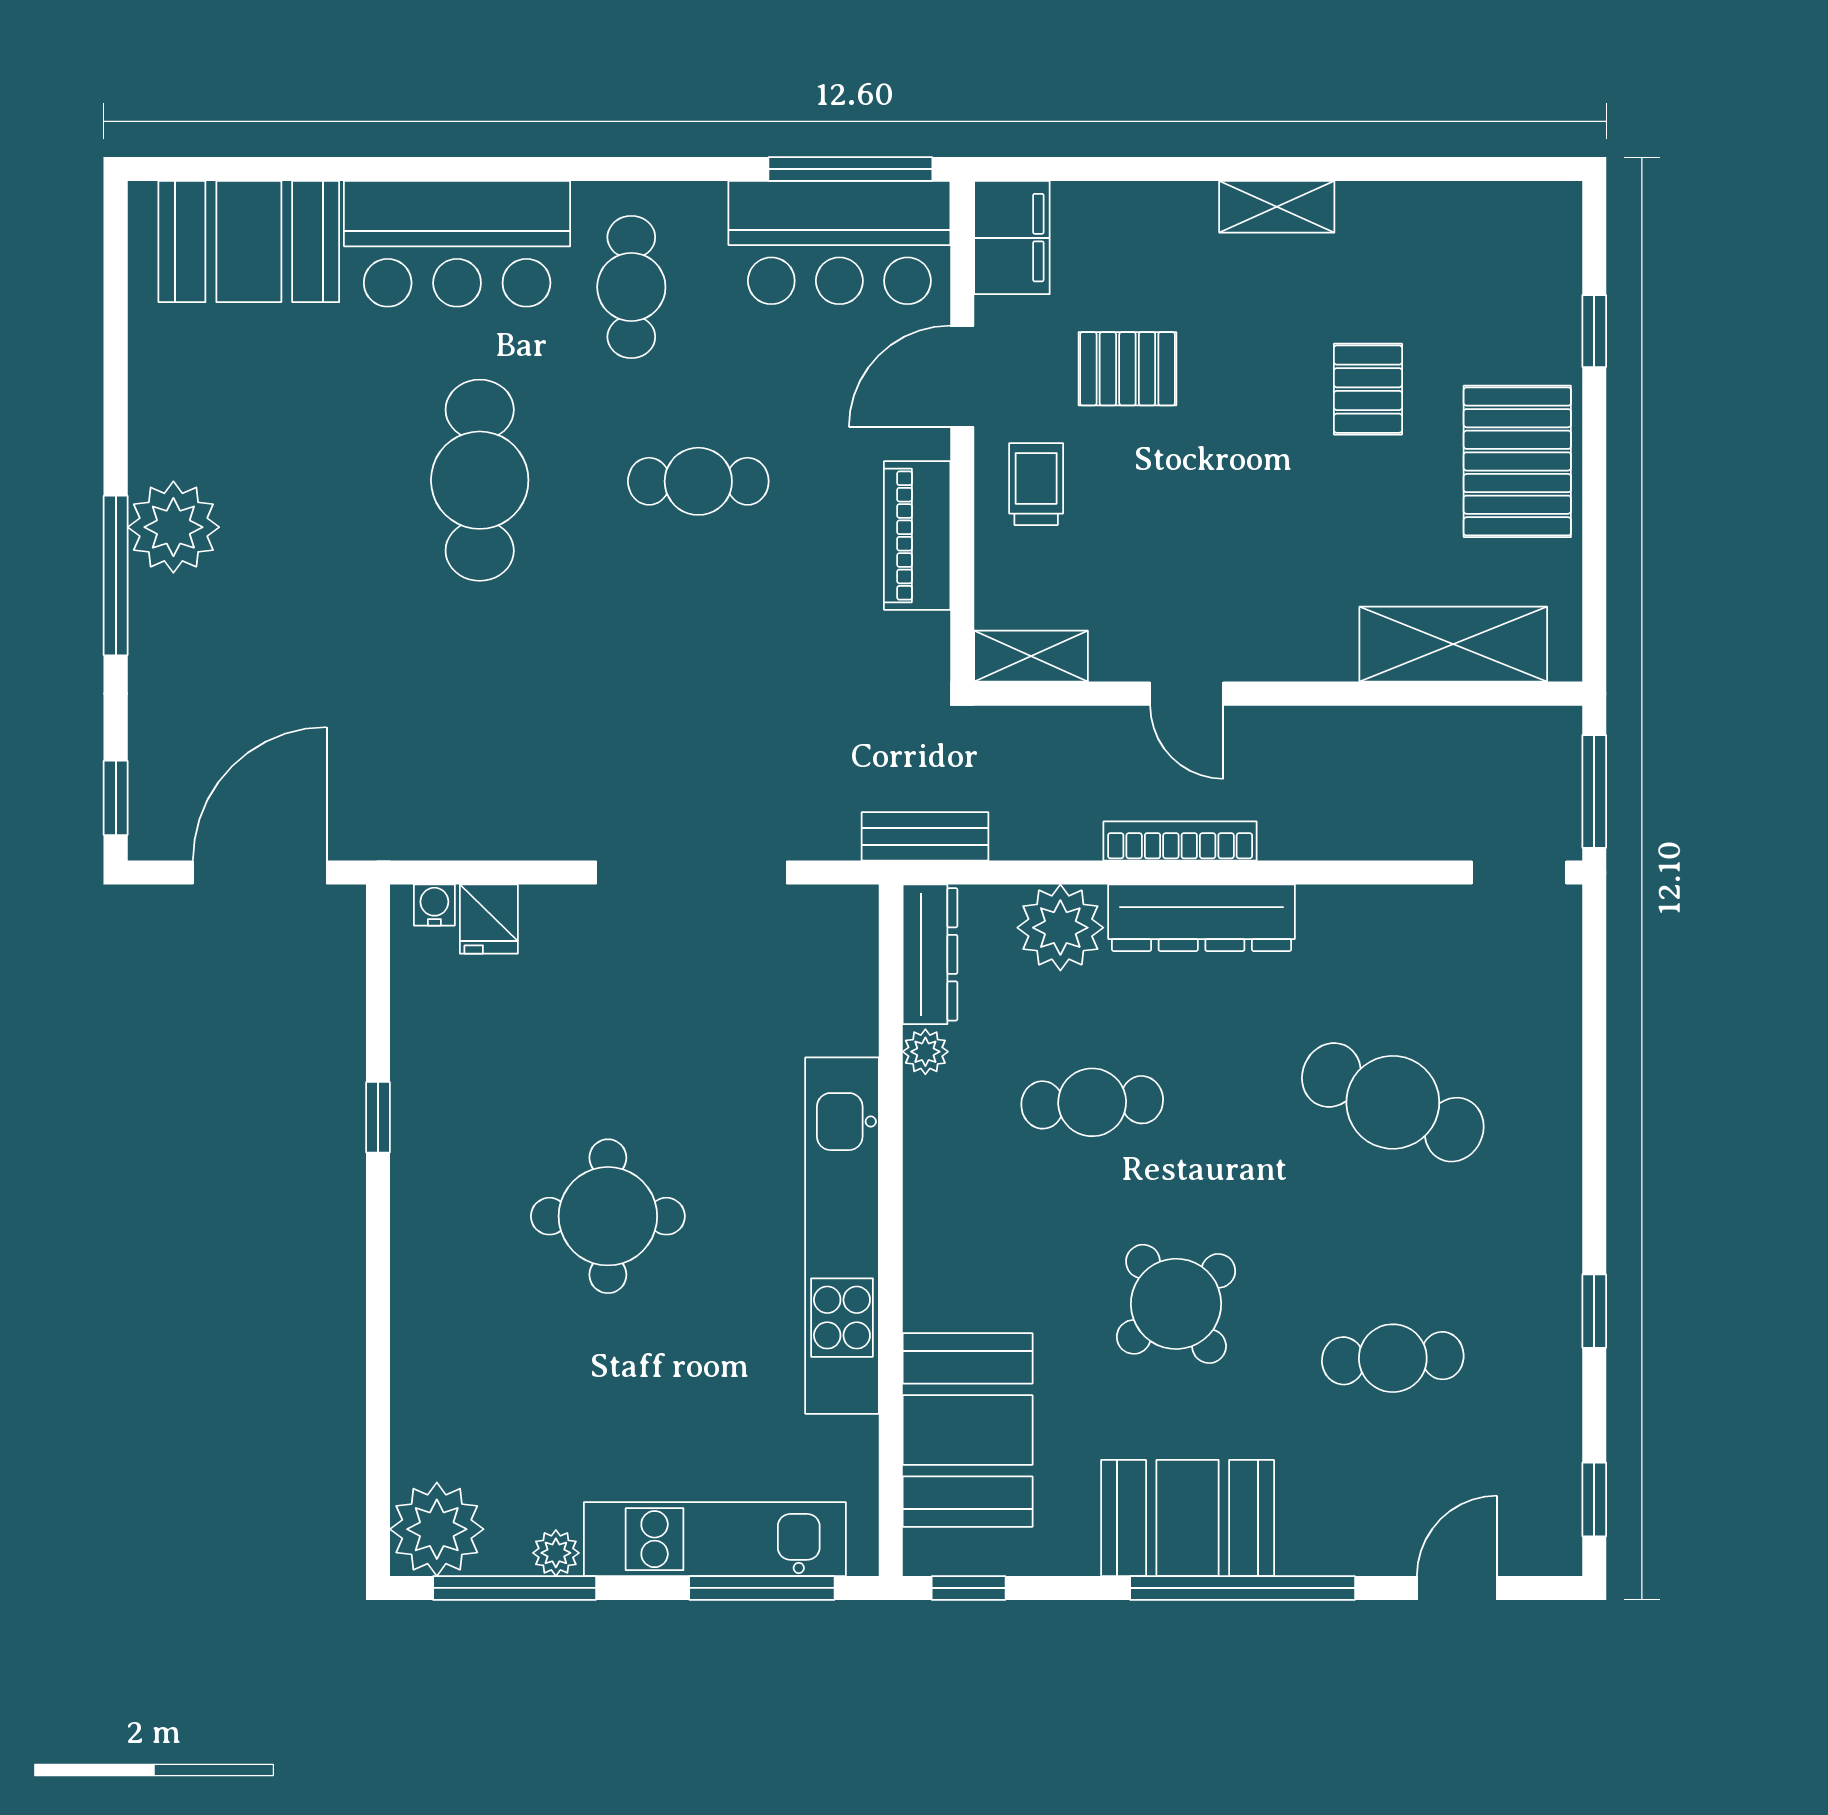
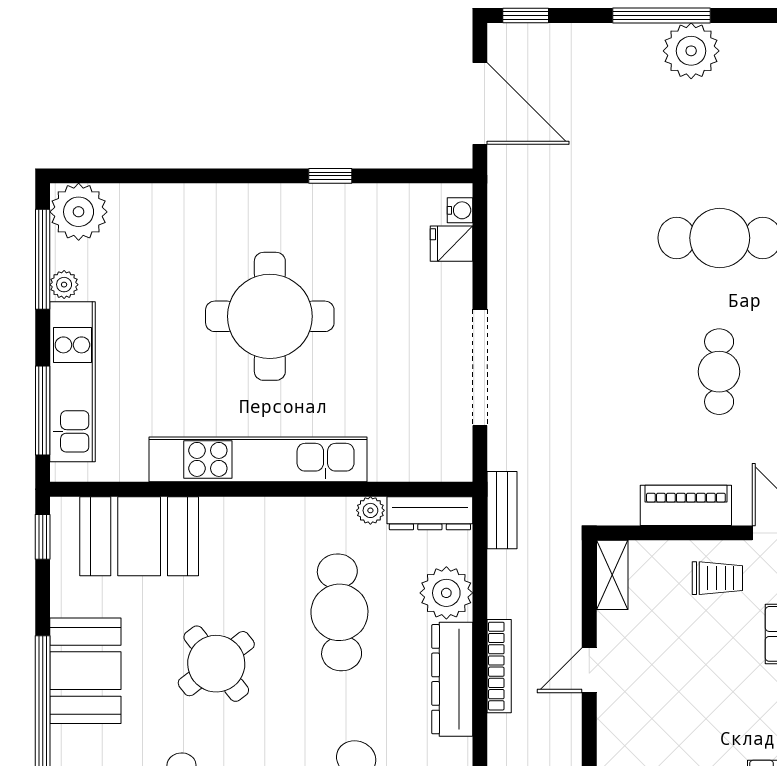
cafe table: (1092, 1102) -> (339, 612), width x1.37, depth x1.35
round table: (608, 1216) -> (270, 316), width x1.36, depth x1.36

